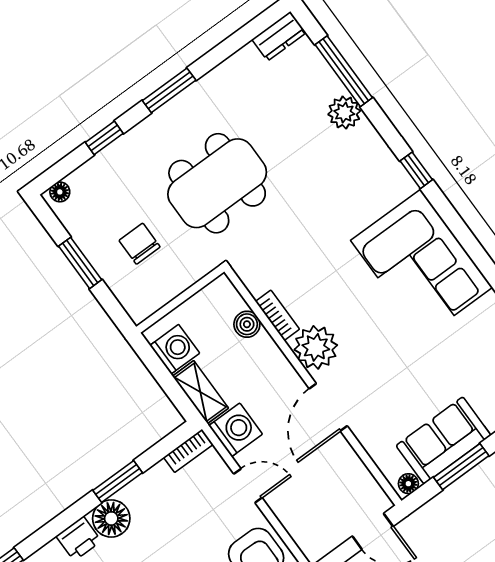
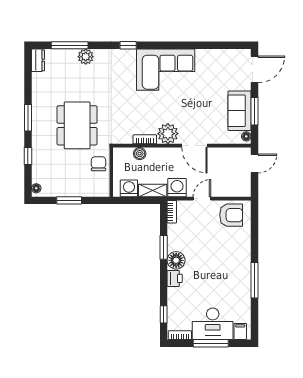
chair: (140, 244) -> (98, 164), moved, turned 90

